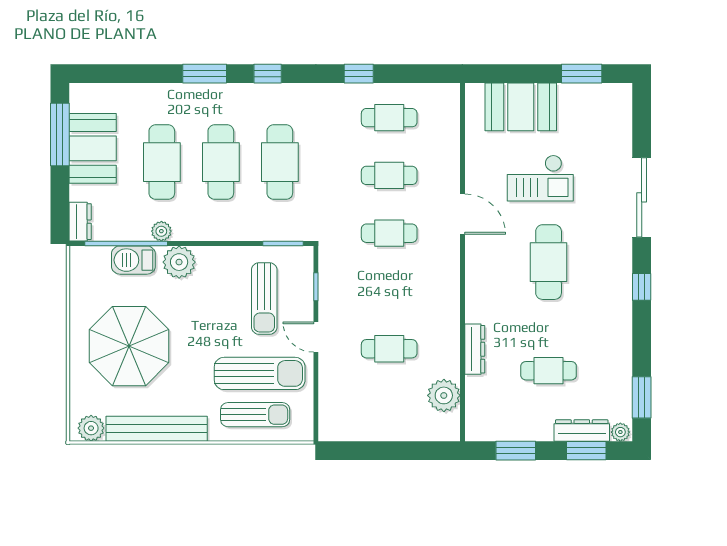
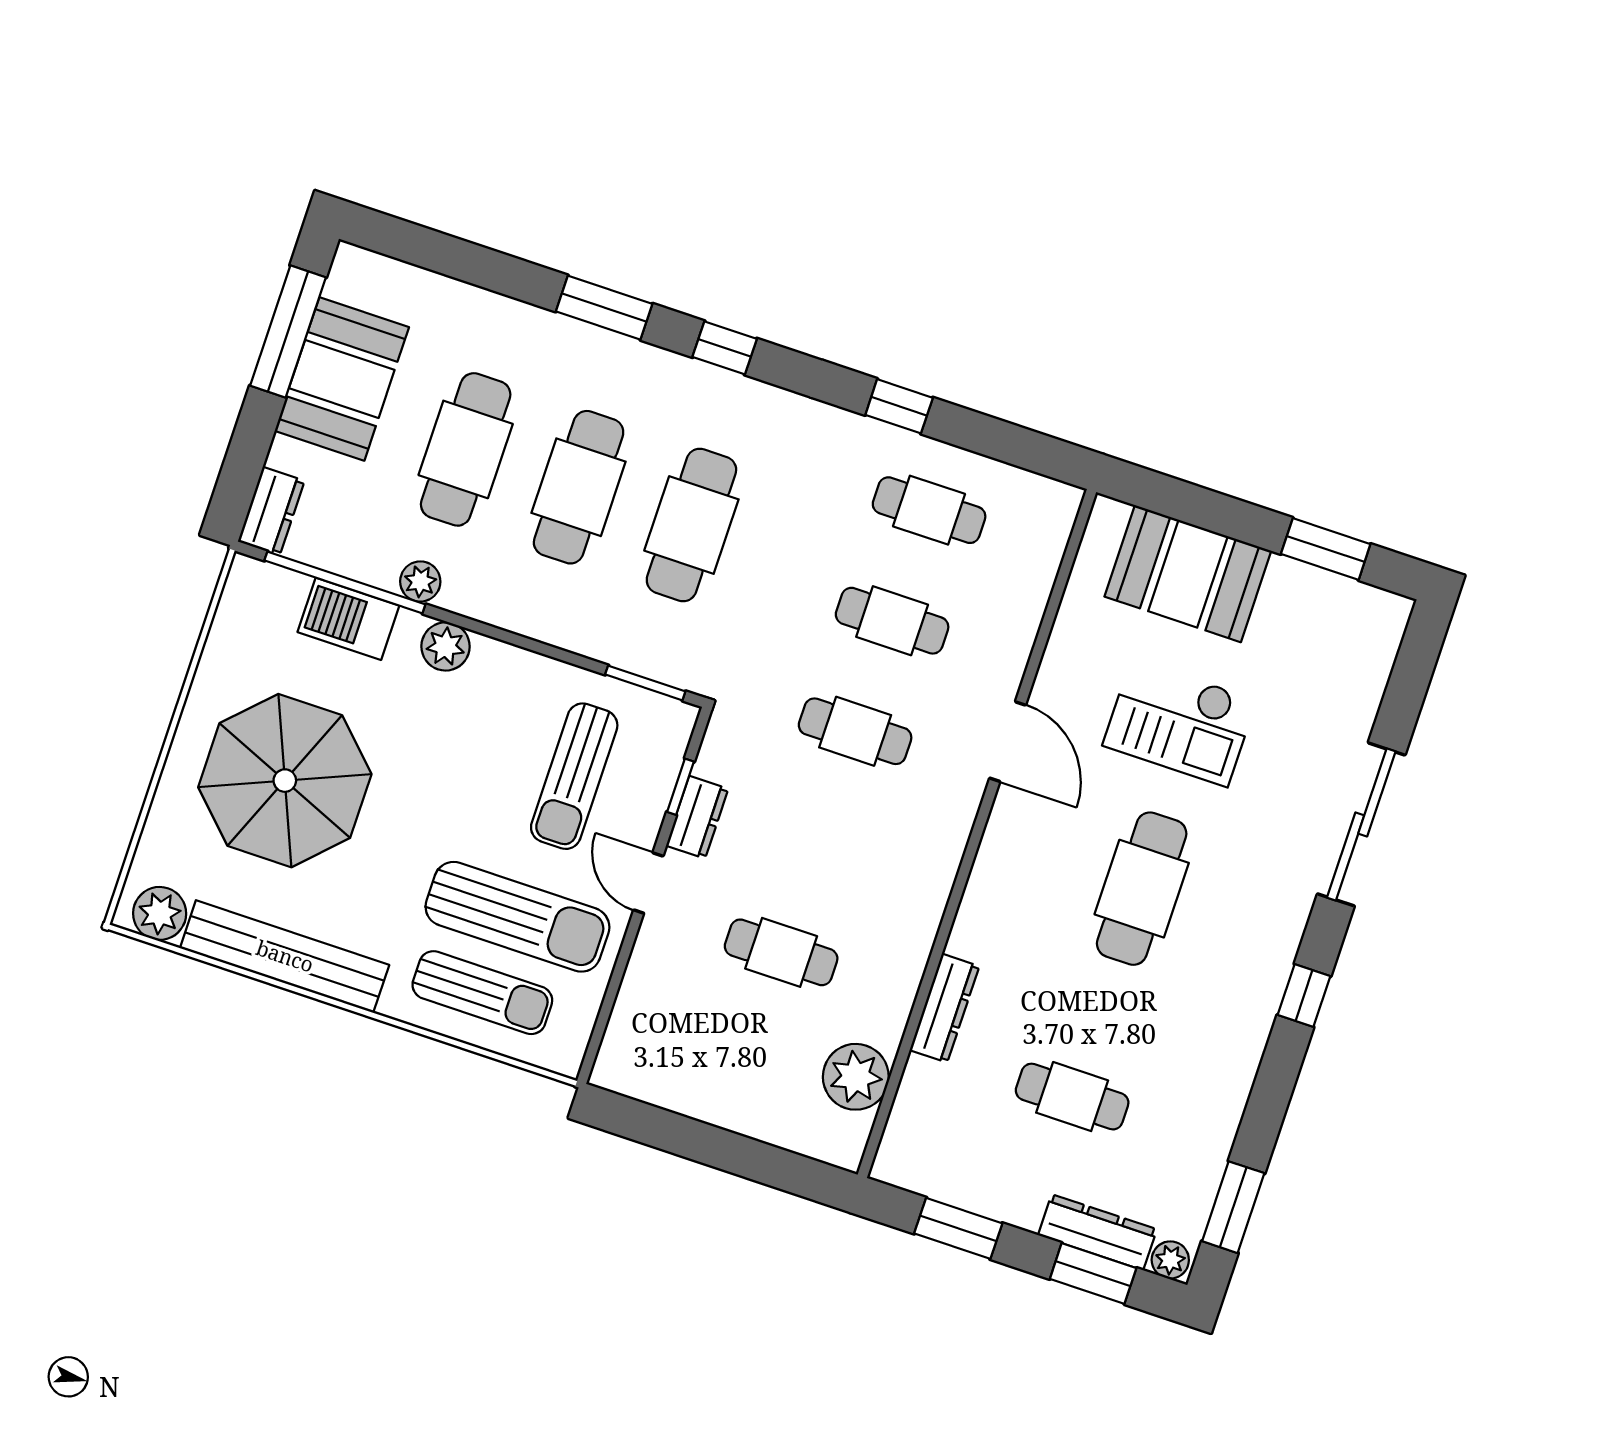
plant: (179, 262) -> (446, 646), width x0.73, depth x0.73
dresser: (328, 298) -> (697, 817), added

